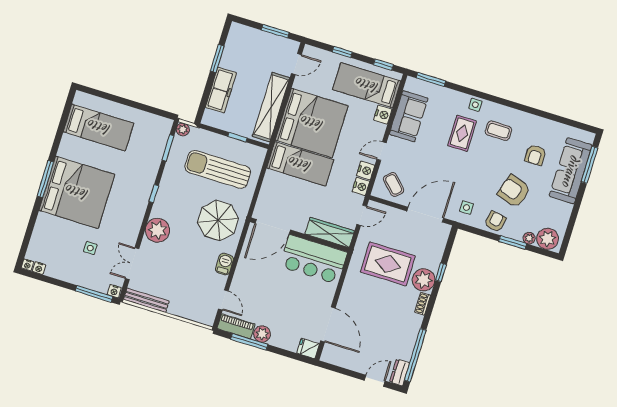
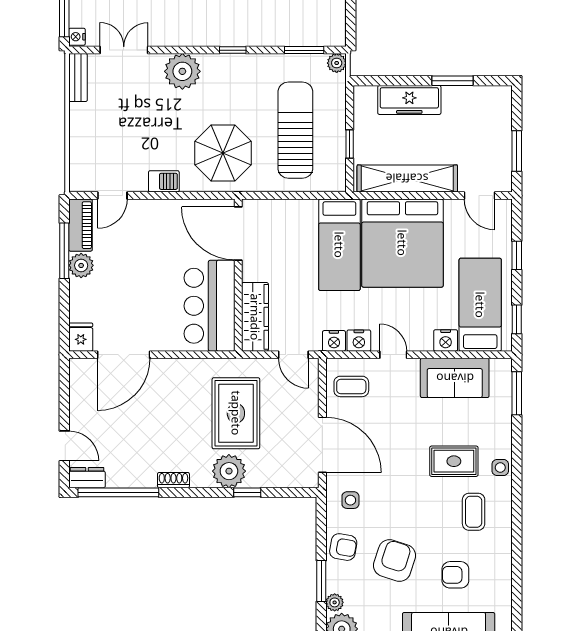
coffee table: (394, 184) -> (351, 386), turned 45
bench: (146, 300) -> (78, 78), width x0.73
shoe rack: (423, 304) -> (173, 480), moved

